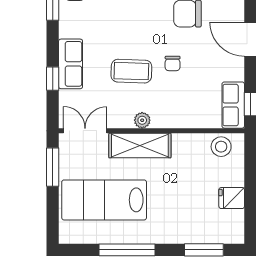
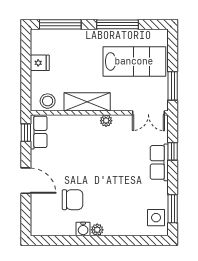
chair: (173, 63) -> (84, 163), removed
coffee table: (131, 71) -> (114, 157), removed
shelving: (140, 146) -> (87, 102), moved
window: (204, 250) -> (60, 24), width x1.44

